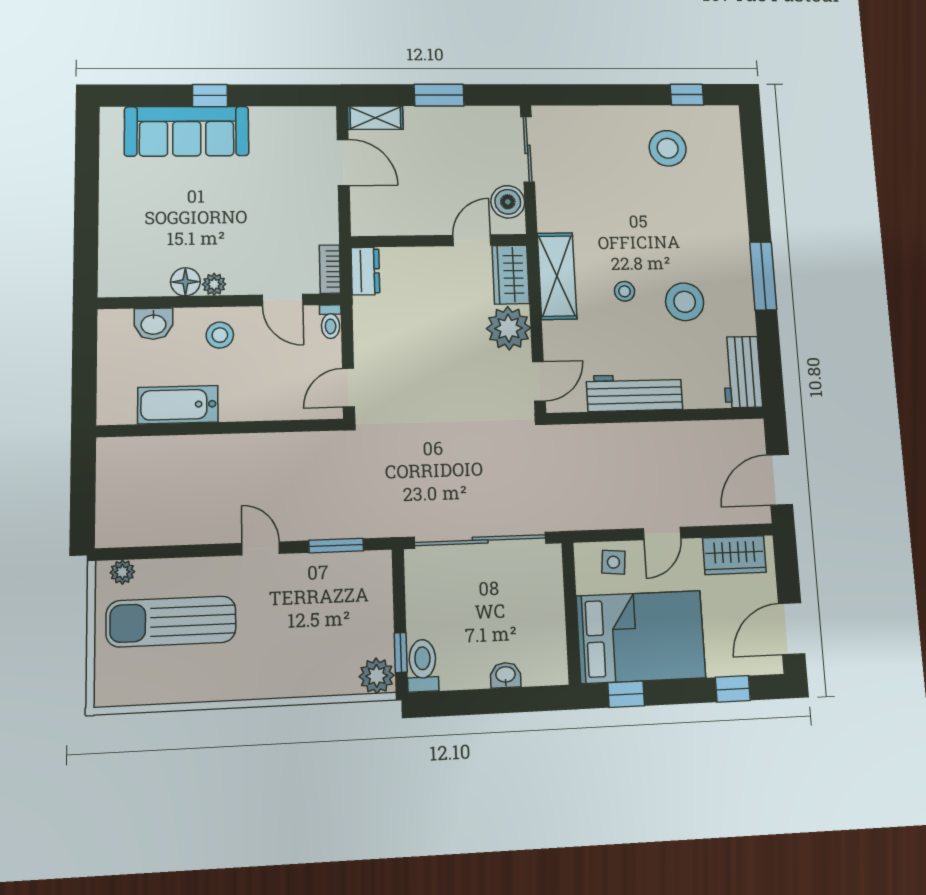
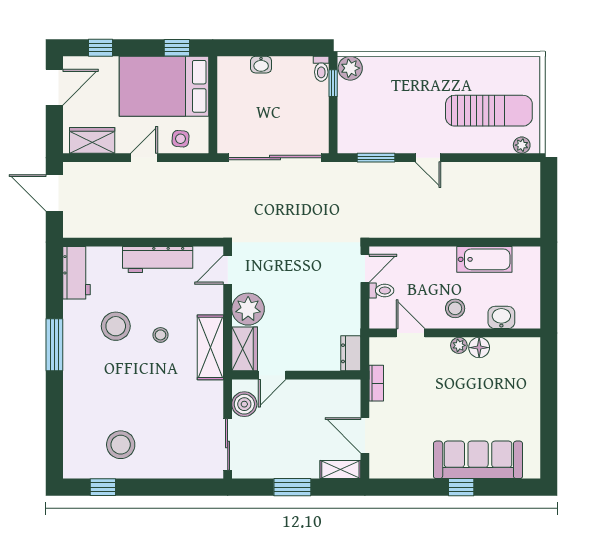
bookcase: (330, 269) -> (376, 383), moved
toilet: (330, 322) -> (381, 290), moved, turned 90
door: (780, 480) -> (54, 193), swing flipped
toilet: (423, 666) -> (321, 69), width x0.73, depth x0.72

